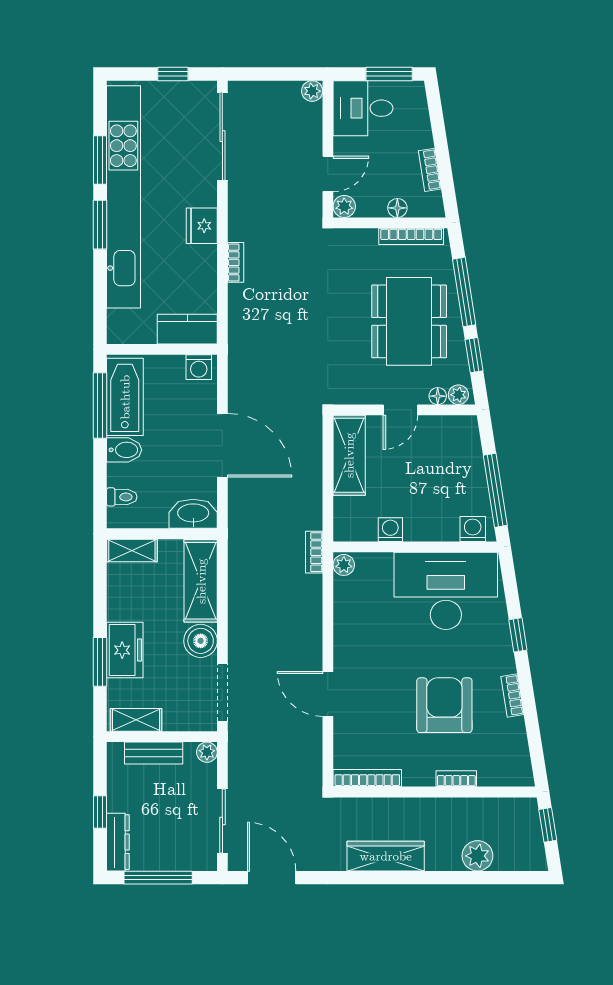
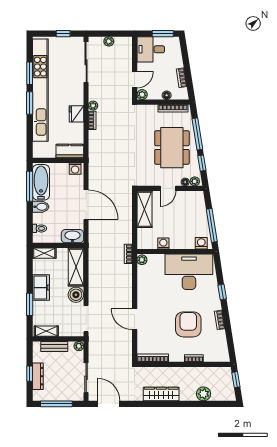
plant: (312, 91) -> (109, 41), moved
fridge: (202, 226) -> (76, 114), moved
plant: (238, 230) -> (93, 106), added
freezer: (125, 650) -> (41, 288), moved
dresser: (118, 842) -> (38, 376), moved

